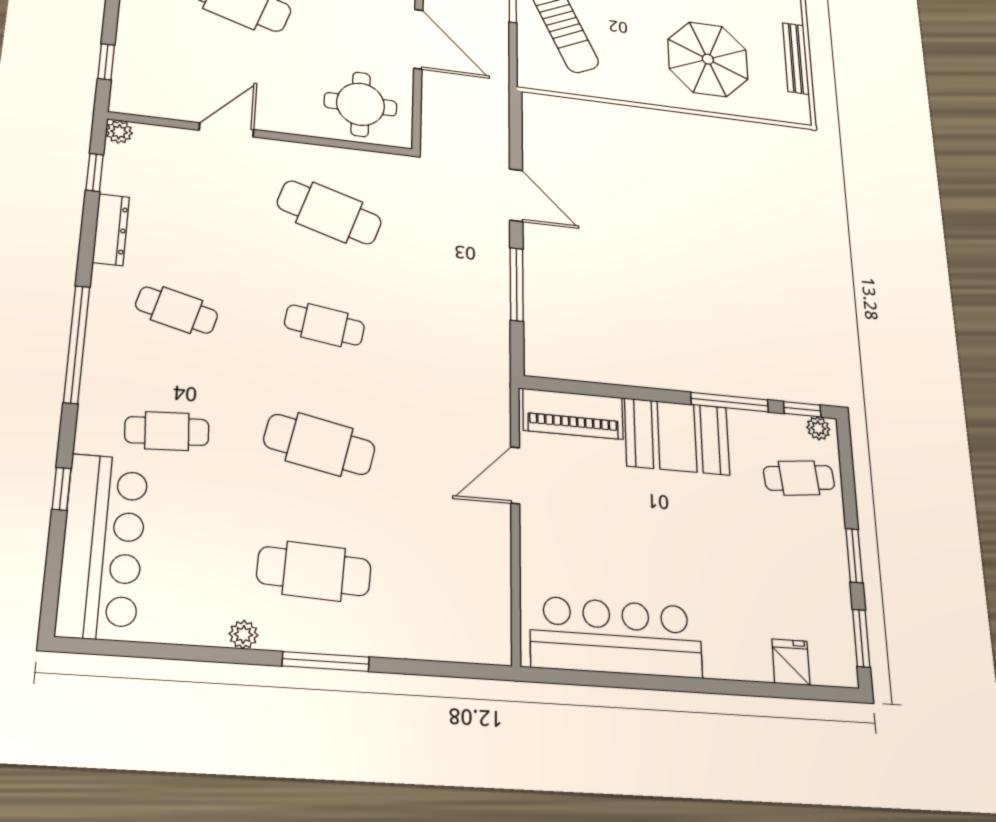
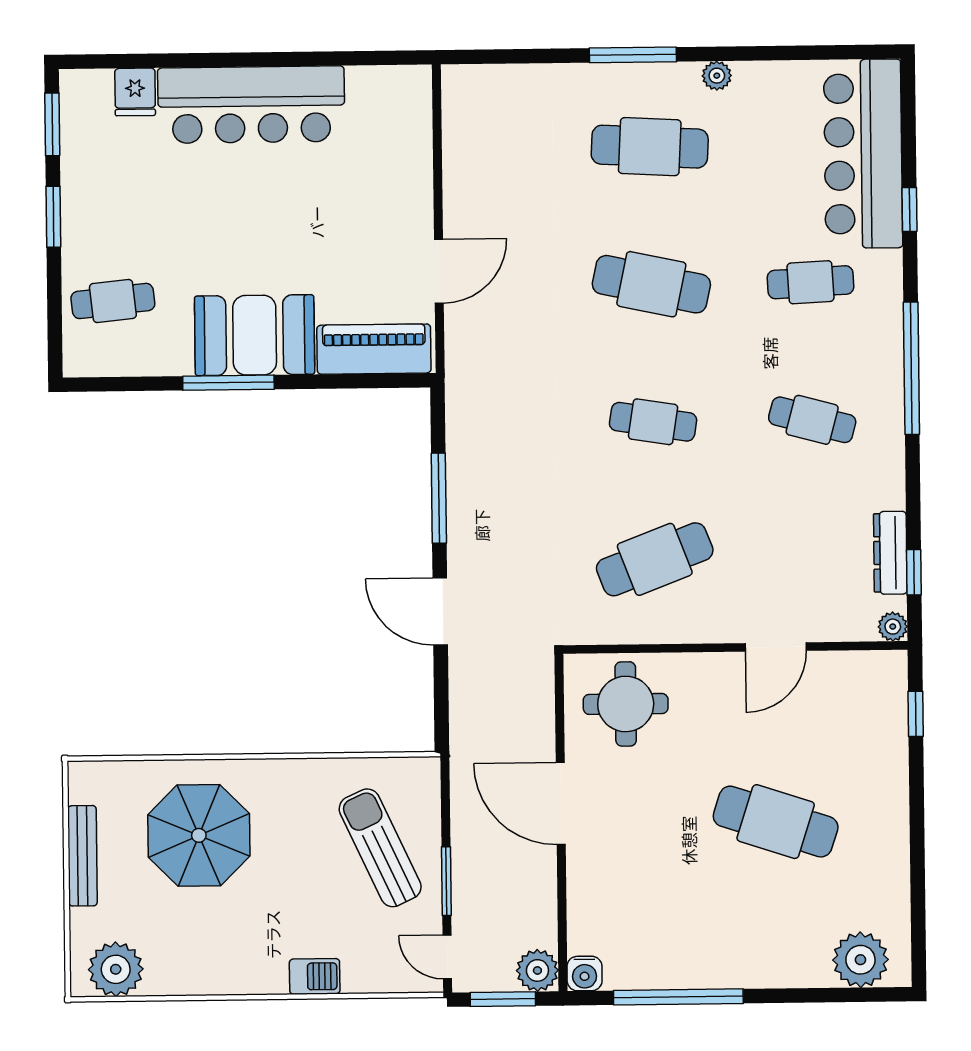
cafe table: (329, 212) -> (655, 559), turned -39
dresser: (111, 230) -> (890, 553), moved
window: (730, 402) -> (228, 383), moved
window: (802, 409) -> (104, 384), removed
plant: (818, 428) -> (86, 363), removed
bar counter: (616, 637) -> (251, 105), moved

